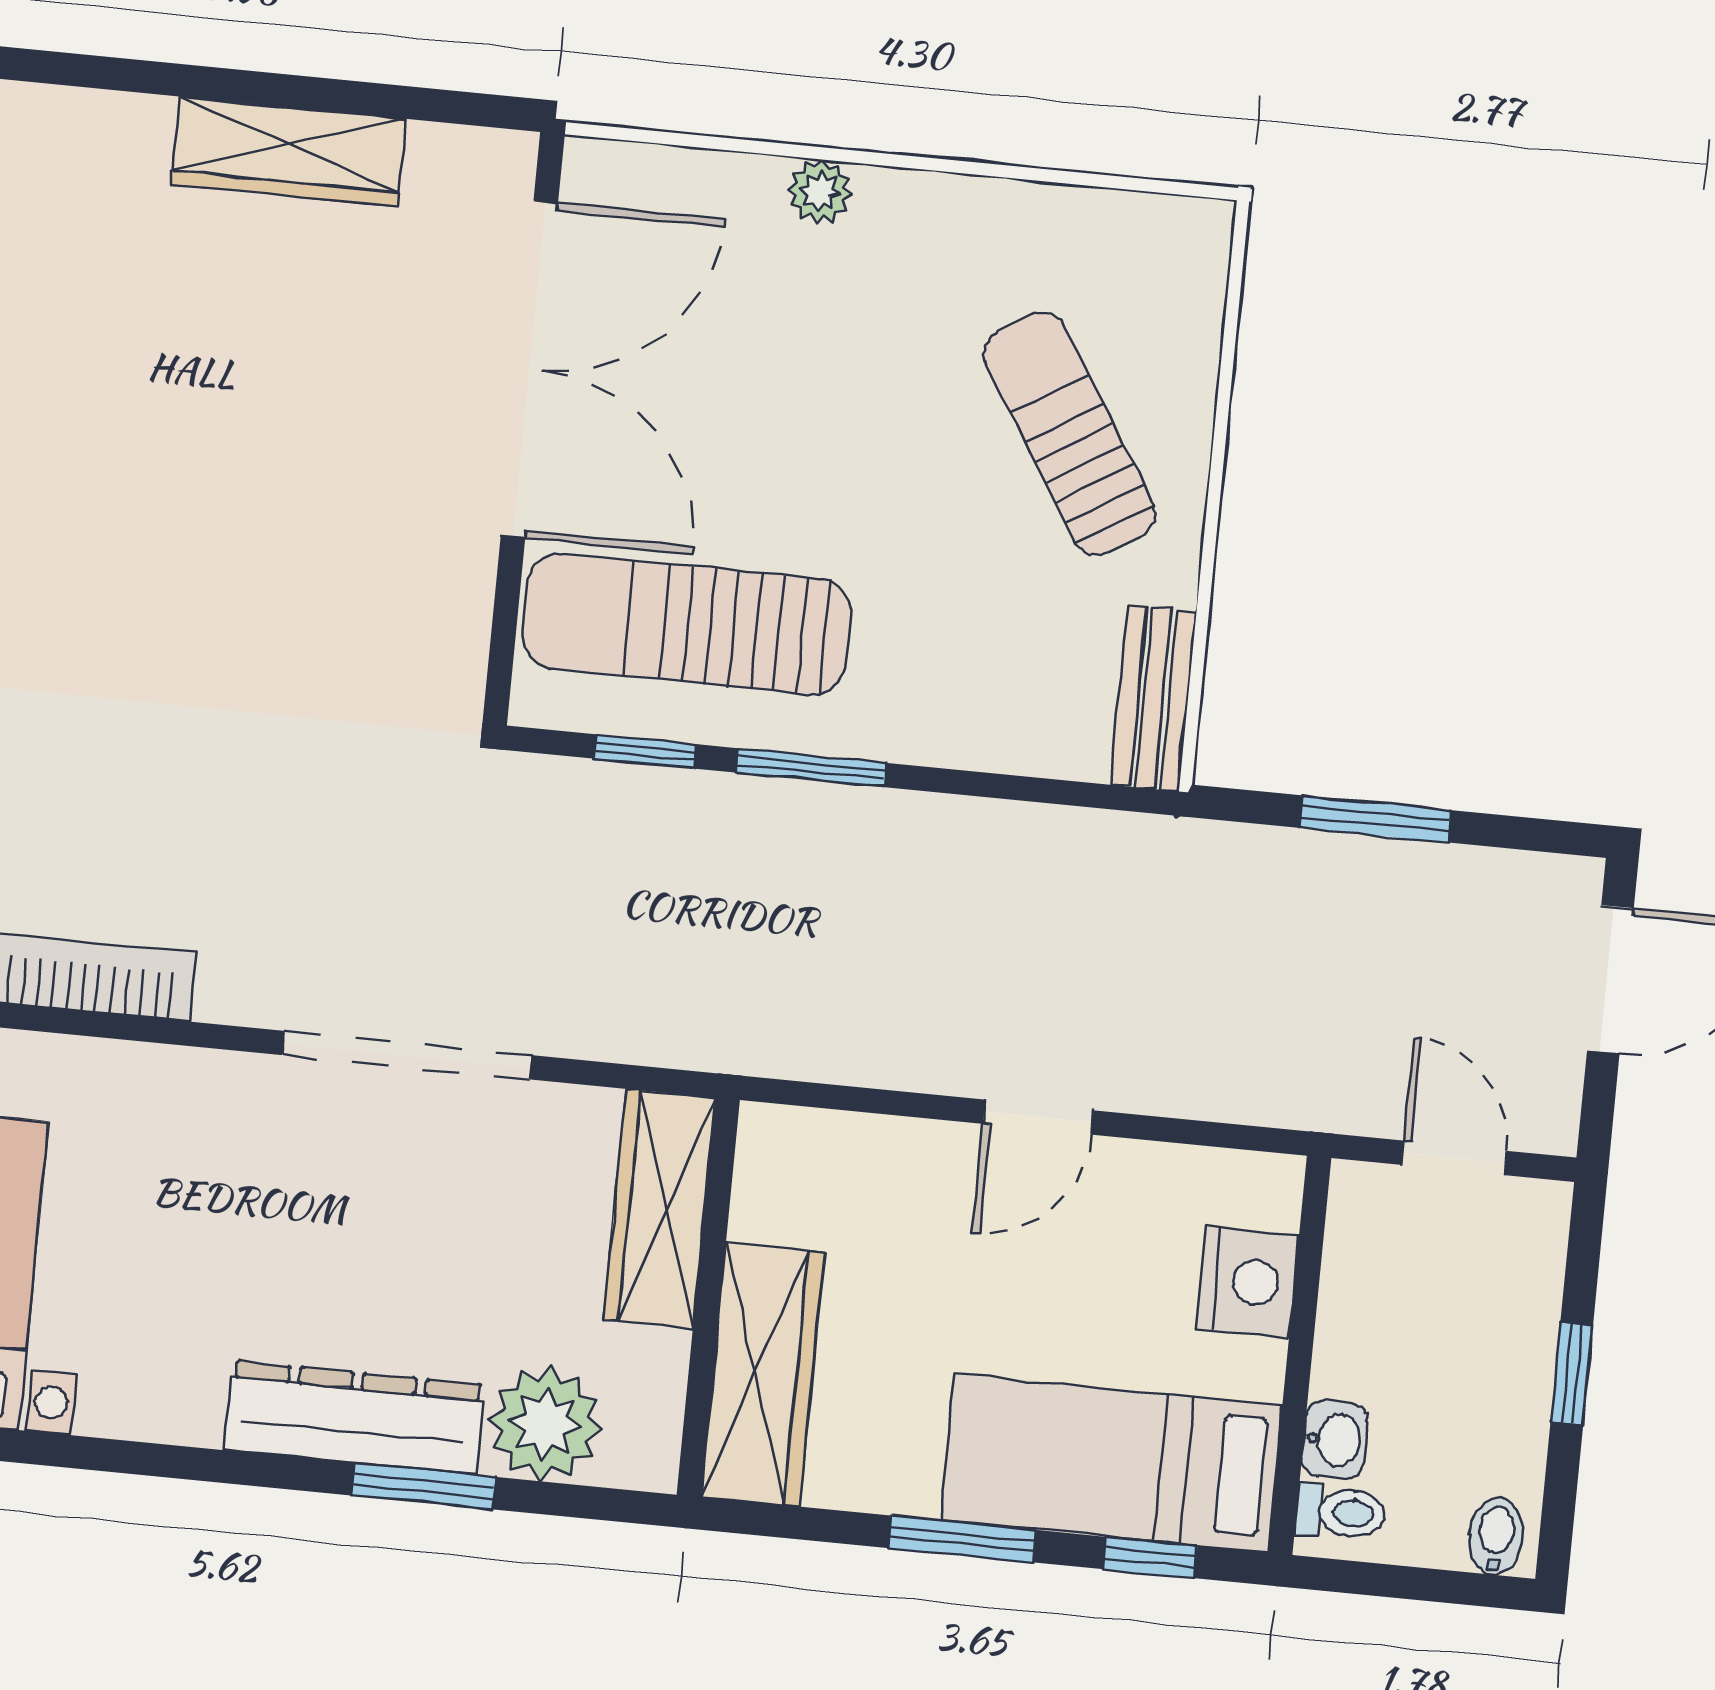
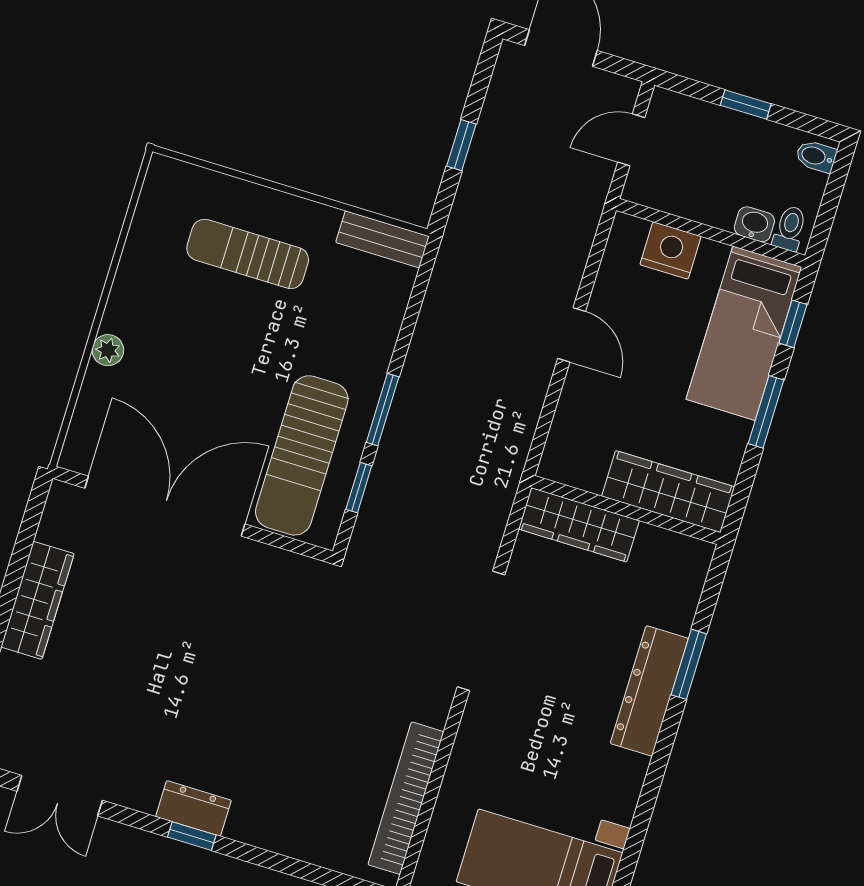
sun lounger: (1070, 434) -> (248, 254), turned 32
window: (1375, 819) -> (461, 145), width x0.67
plant: (545, 1424) -> (671, 600), removed

